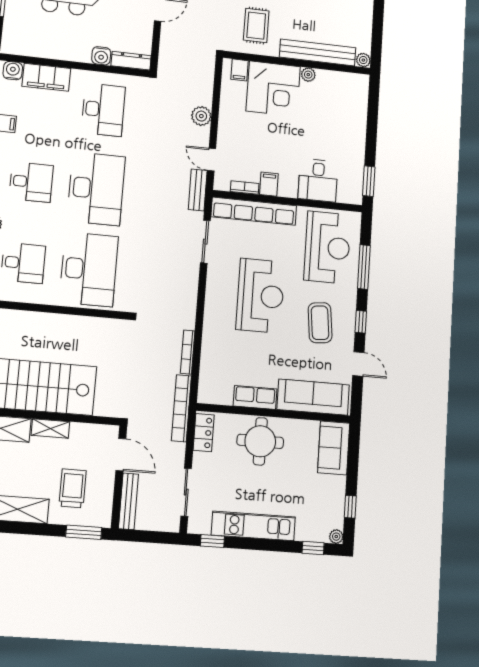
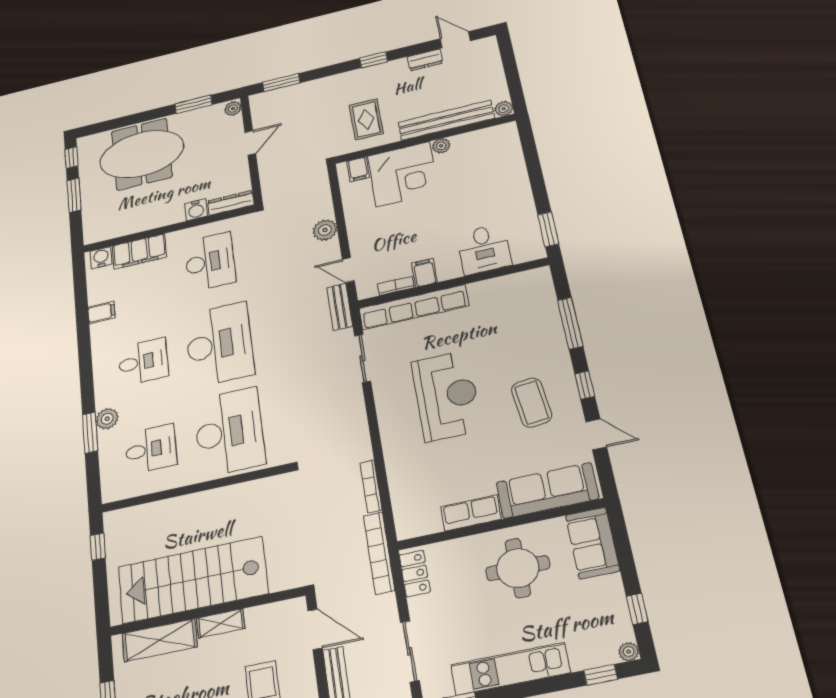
reception desk: (327, 247) -> (517, 317), removed
round table: (260, 441) -> (518, 568), moved

